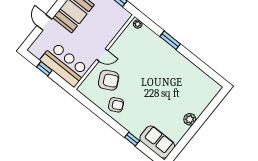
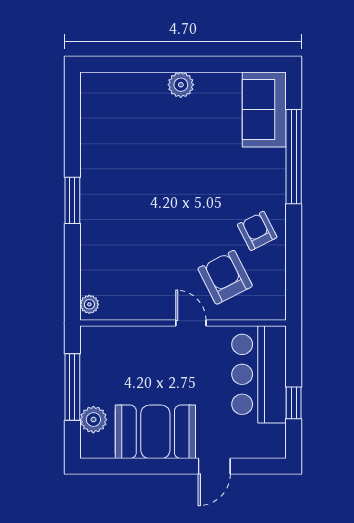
window: (170, 40) -> (72, 200), moved
window: (132, 139) -> (294, 157), width x3.17

